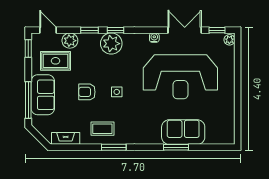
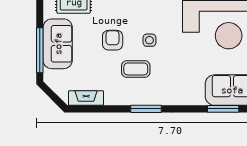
armchair: (87, 92) -> (113, 40), turned 90
coffee table: (102, 129) -> (136, 69), moved

